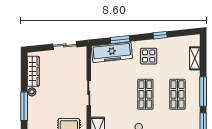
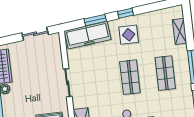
window: (160, 35) -> (126, 13), moved

